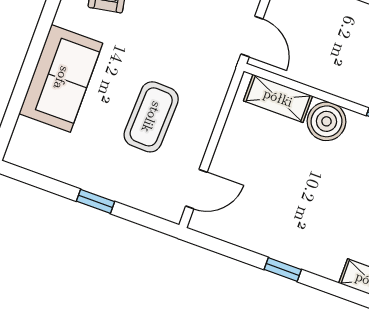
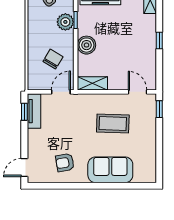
chair: (323, 44) -> (53, 59), added
shelving: (278, 98) -> (92, 83), moved, turned 90
window: (96, 201) -> (159, 109), moved

